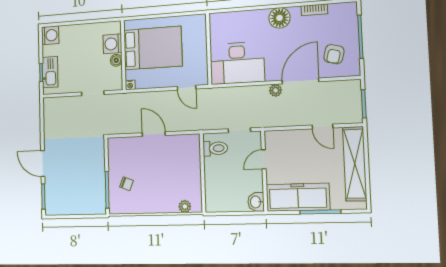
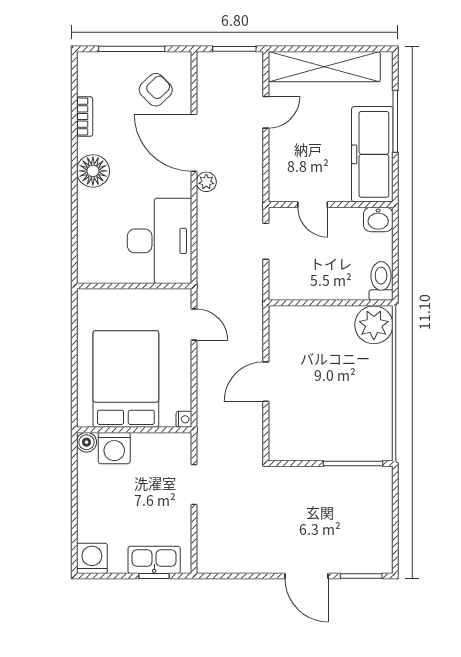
armchair: (334, 54) -> (156, 90), turned -58
boiler: (116, 60) -> (87, 442), moved
door: (187, 88) -> (194, 325), hinge flipped
toilet: (215, 148) -> (381, 281), moved
door: (43, 164) -> (307, 576), hinge flipped
chair: (127, 184) -> (344, 430), removed
plant: (185, 206) -> (374, 325), width x1.87, depth x1.87

